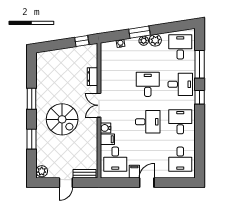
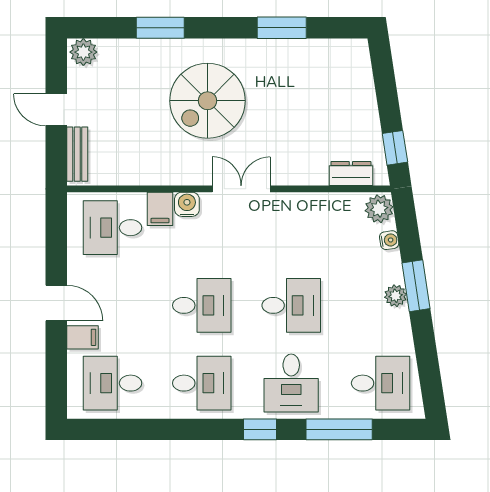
plant: (155, 40) -> (379, 209), moved
dresser: (93, 77) -> (351, 173), moved
window: (32, 99) -> (282, 28), moved
desk: (148, 122) -> (202, 305), turned -90
filing cabinet: (134, 172) -> (83, 337), moved

